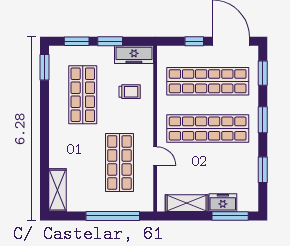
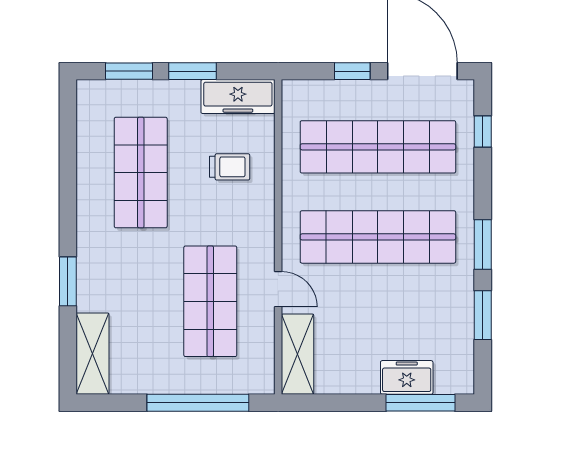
window: (44, 67) -> (68, 281), moved
window: (263, 73) -> (483, 132), width x0.67
window: (263, 120) -> (483, 245), moved
shelving: (187, 203) -> (298, 354), moved, turned 90

